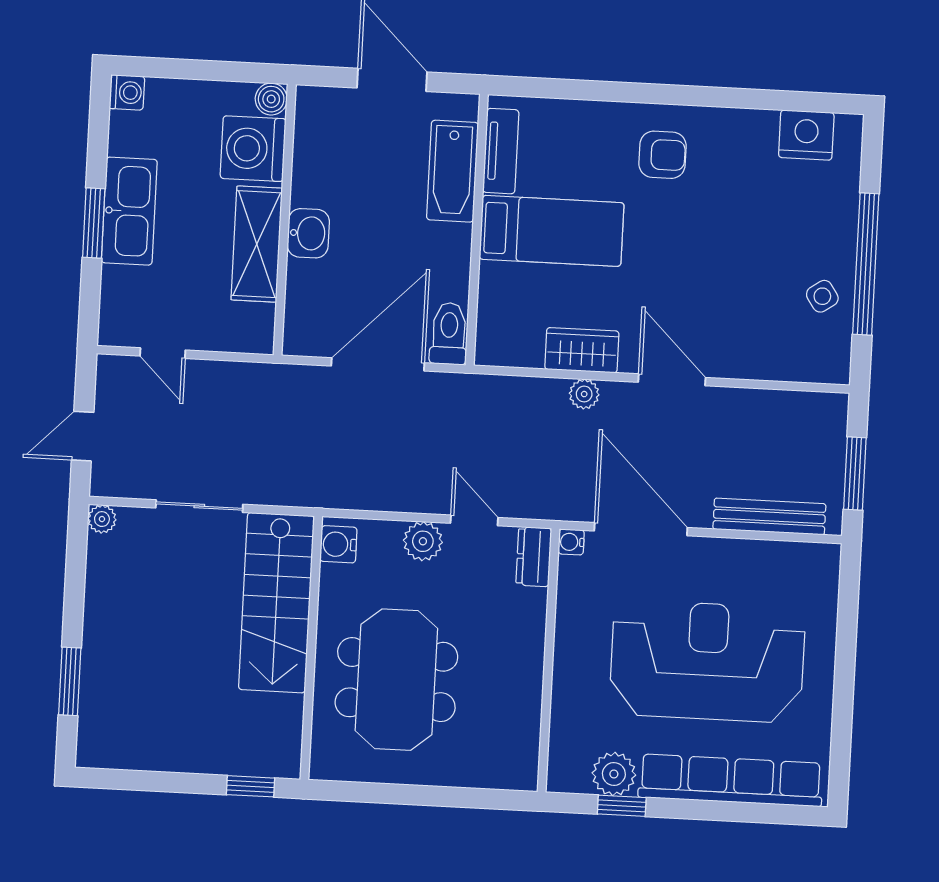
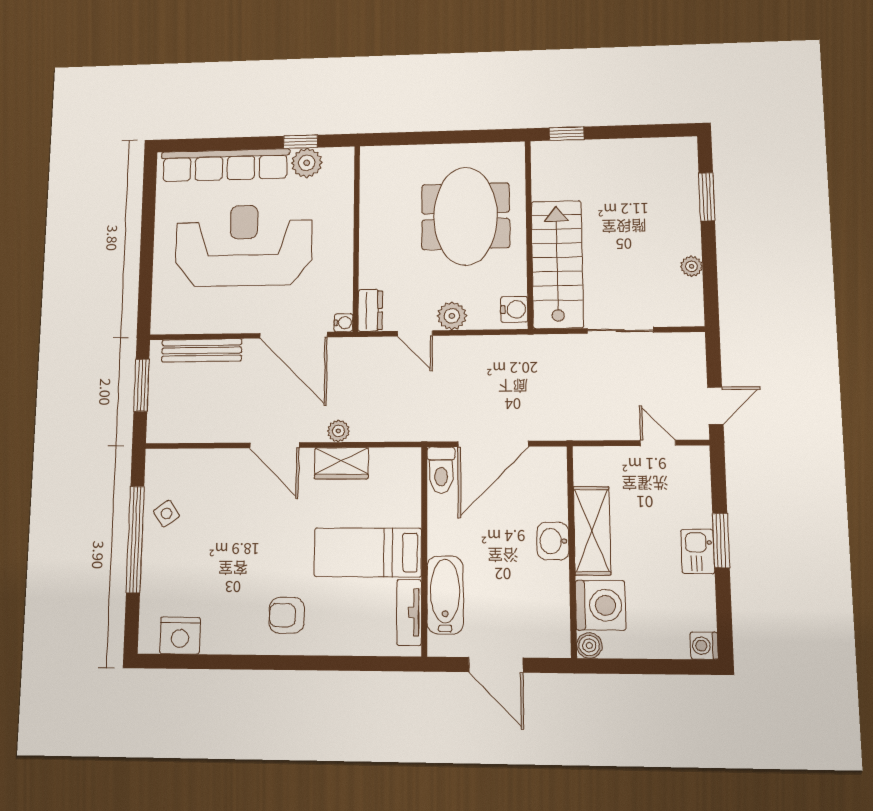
kitchen sink: (129, 211) -> (698, 551), width x0.53, depth x0.81
door: (83, 436) -> (715, 406), moved
plant: (102, 519) -> (692, 266), moved
reception desk: (707, 661) -> (243, 245), turned 180

